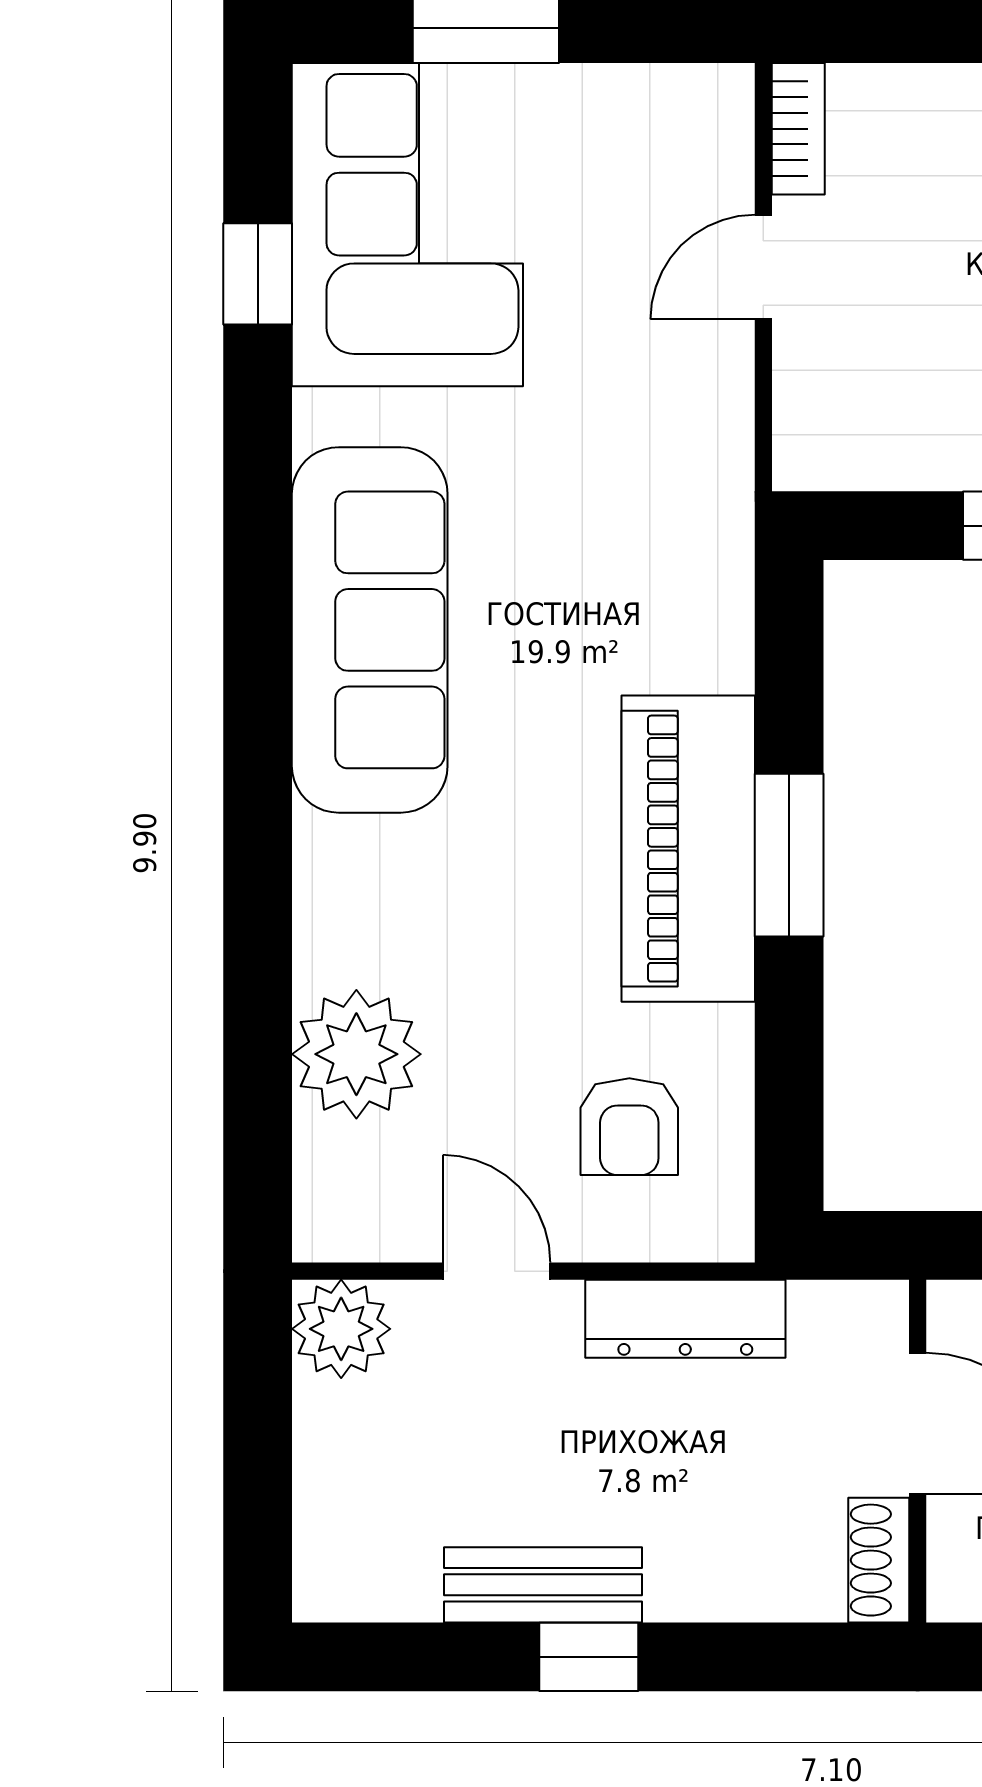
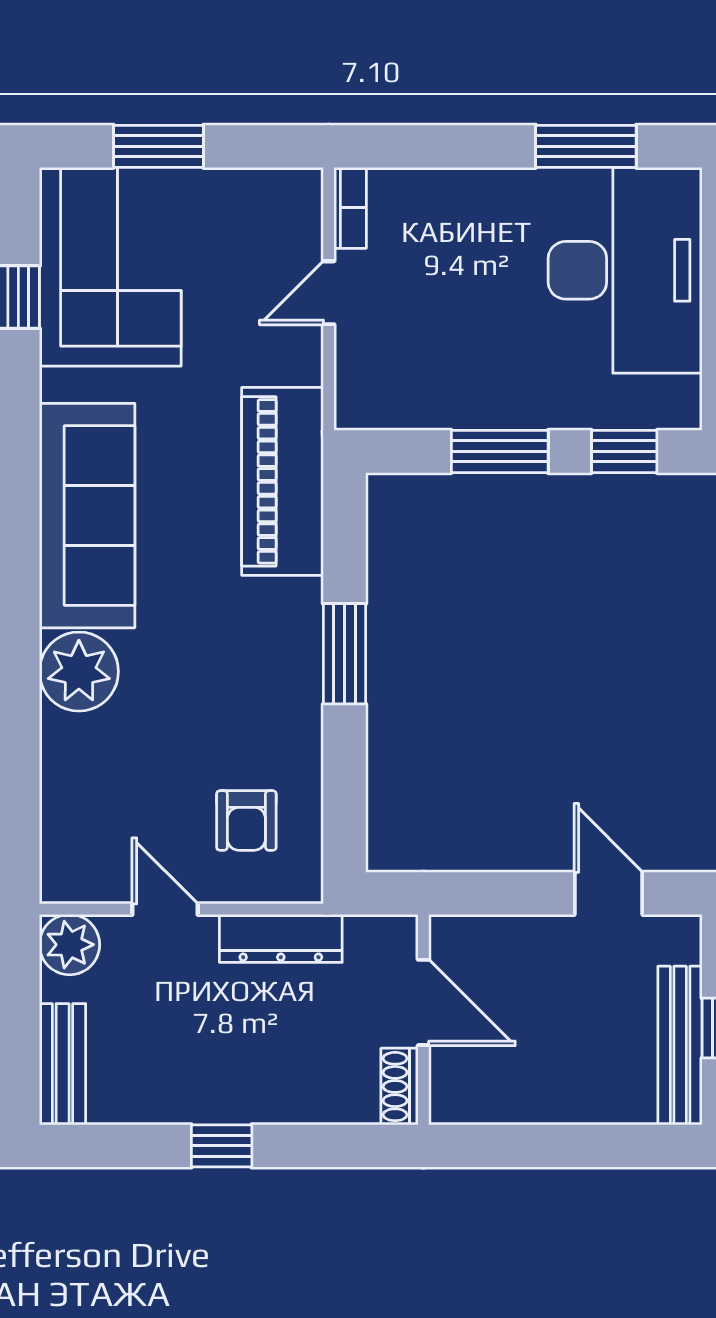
piano: (688, 849) -> (283, 481), moved
plant: (356, 1054) -> (79, 672), moved
bench: (543, 1585) -> (63, 1064), moved, turned 90

